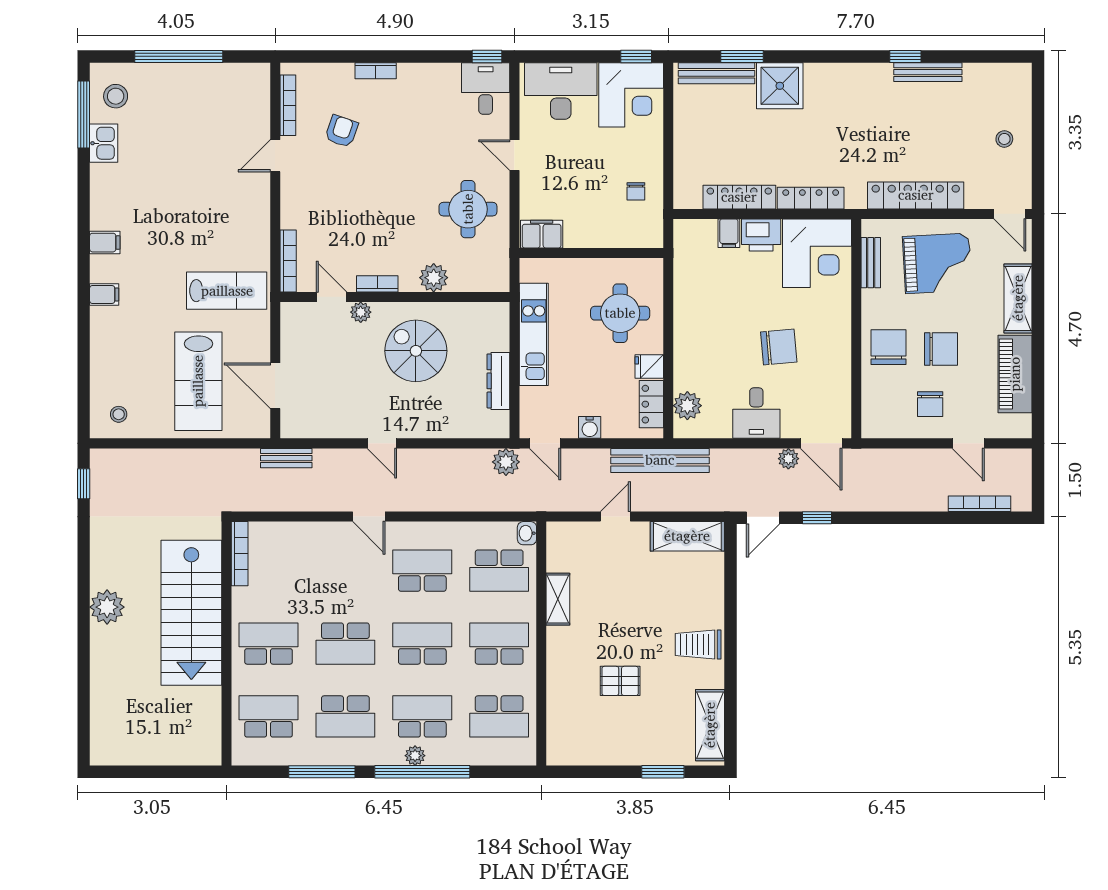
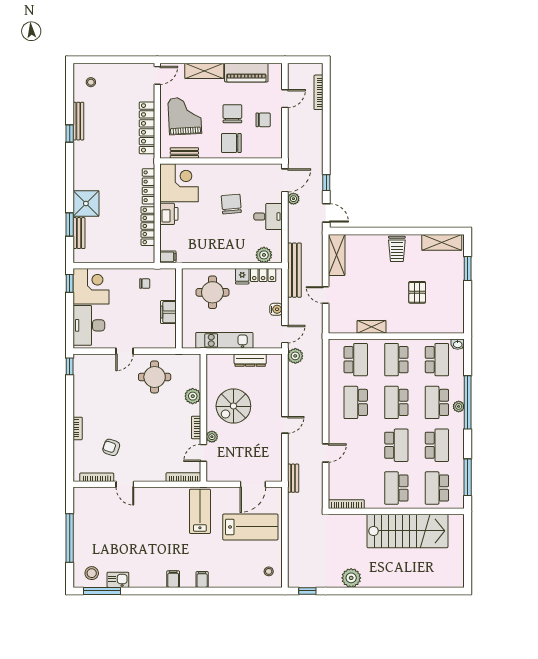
bench: (716, 73) -> (79, 233), width x0.73
desk: (486, 88) -> (87, 367), removed
stool: (1004, 139) -> (91, 82), moved
filing cabinet: (729, 233) -> (168, 257), moved
filing cabinet: (542, 234) -> (168, 312), moved
door: (369, 517) -> (326, 453), moved
washbasin: (527, 533) -> (458, 344), moved
plant: (107, 607) -> (351, 578), moved
stairs: (191, 613) -> (407, 531), moved
window: (322, 772) -> (468, 477), moved

